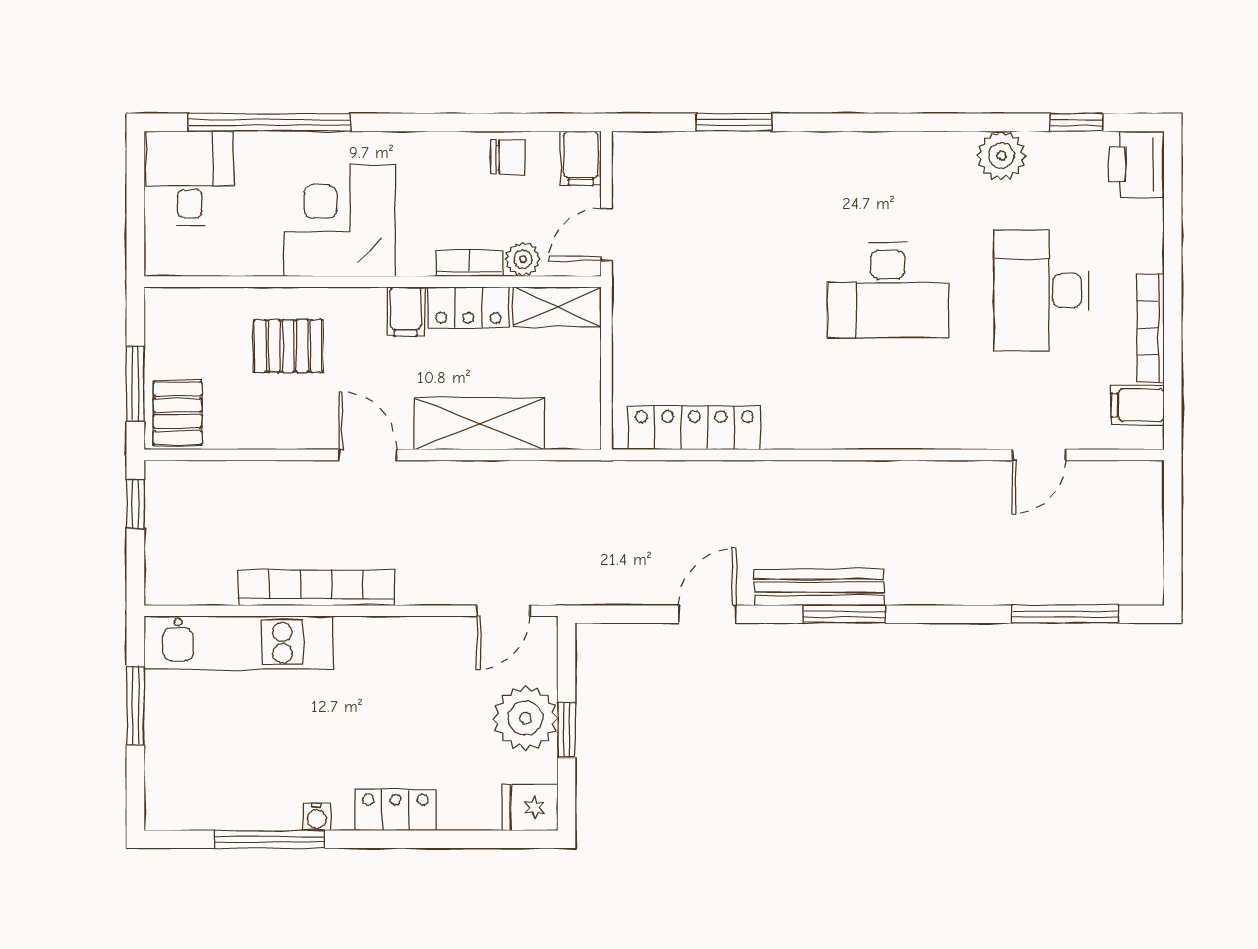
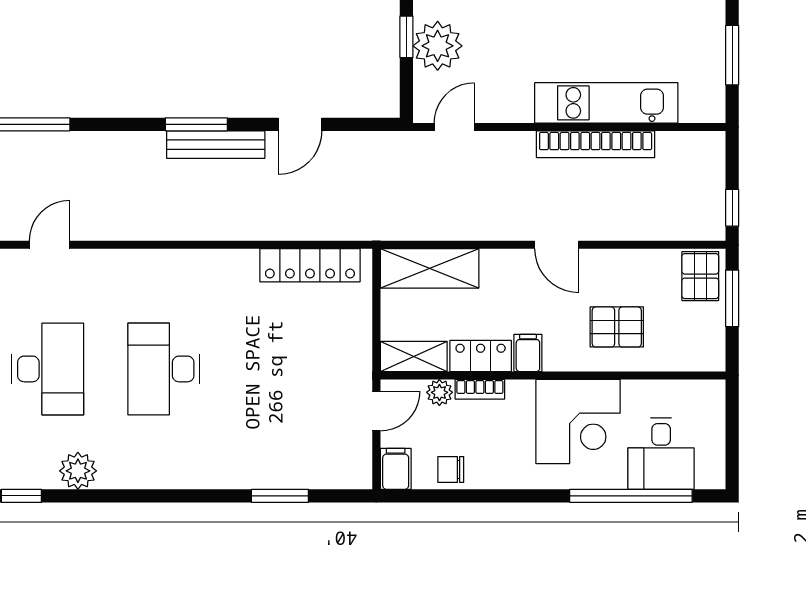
desk: (190, 178) -> (661, 454), moved
desk: (888, 290) -> (164, 369), turned -90
shelving: (479, 424) -> (430, 268), moved
kitchen unit: (239, 643) -> (606, 103), moved

